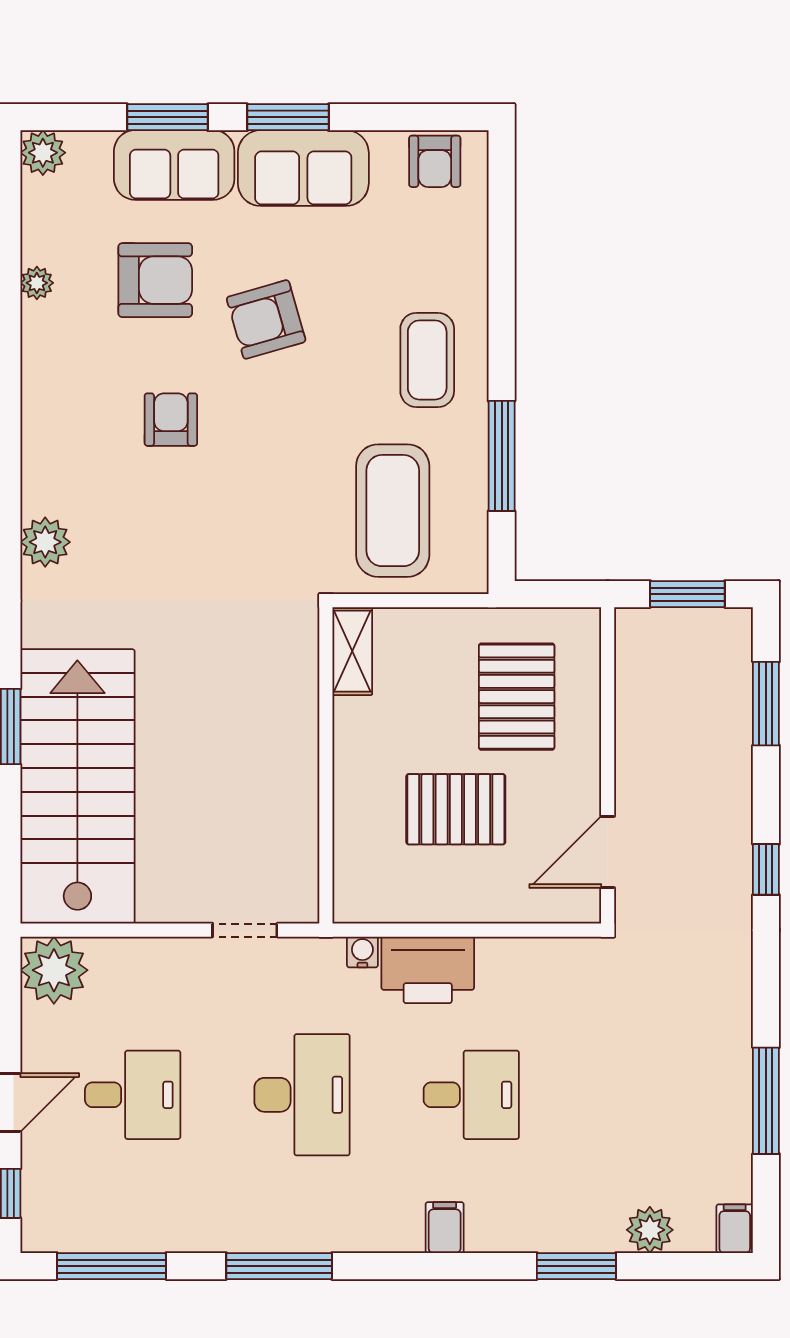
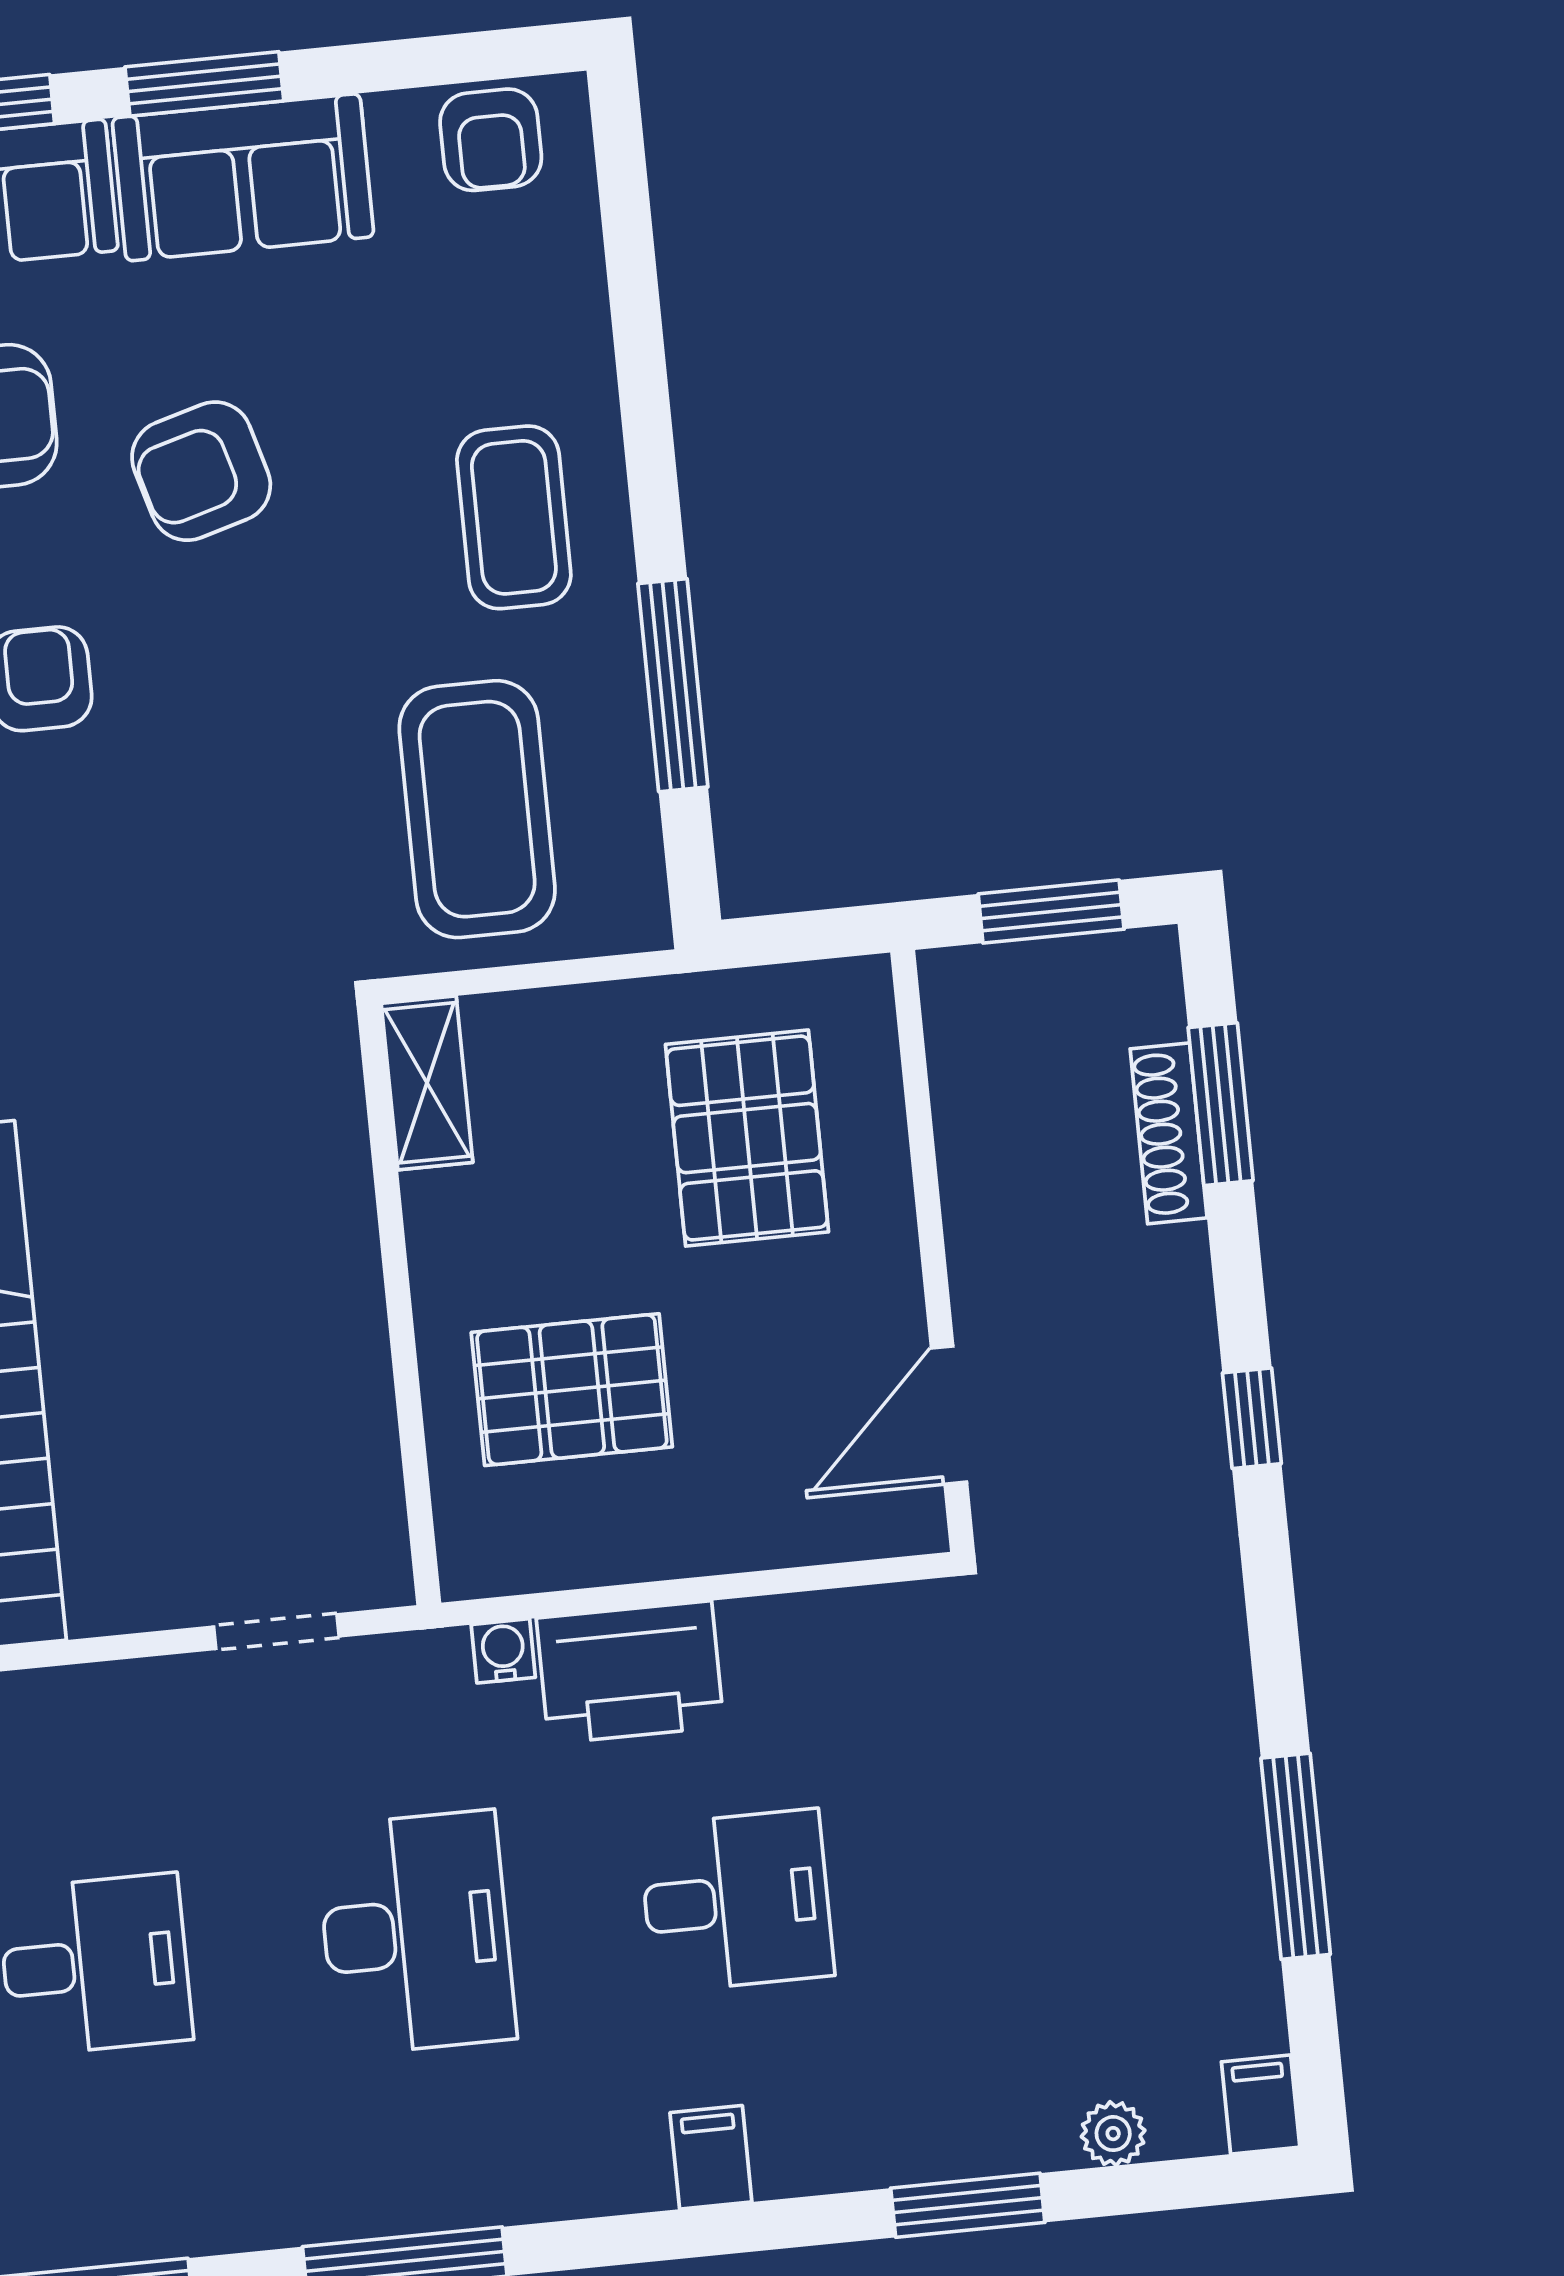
shoe rack: (737, 716) -> (1169, 1133), added
pallet: (456, 809) -> (572, 1390), moved
plant: (650, 1230) -> (1113, 2134), width x0.73, depth x0.73

